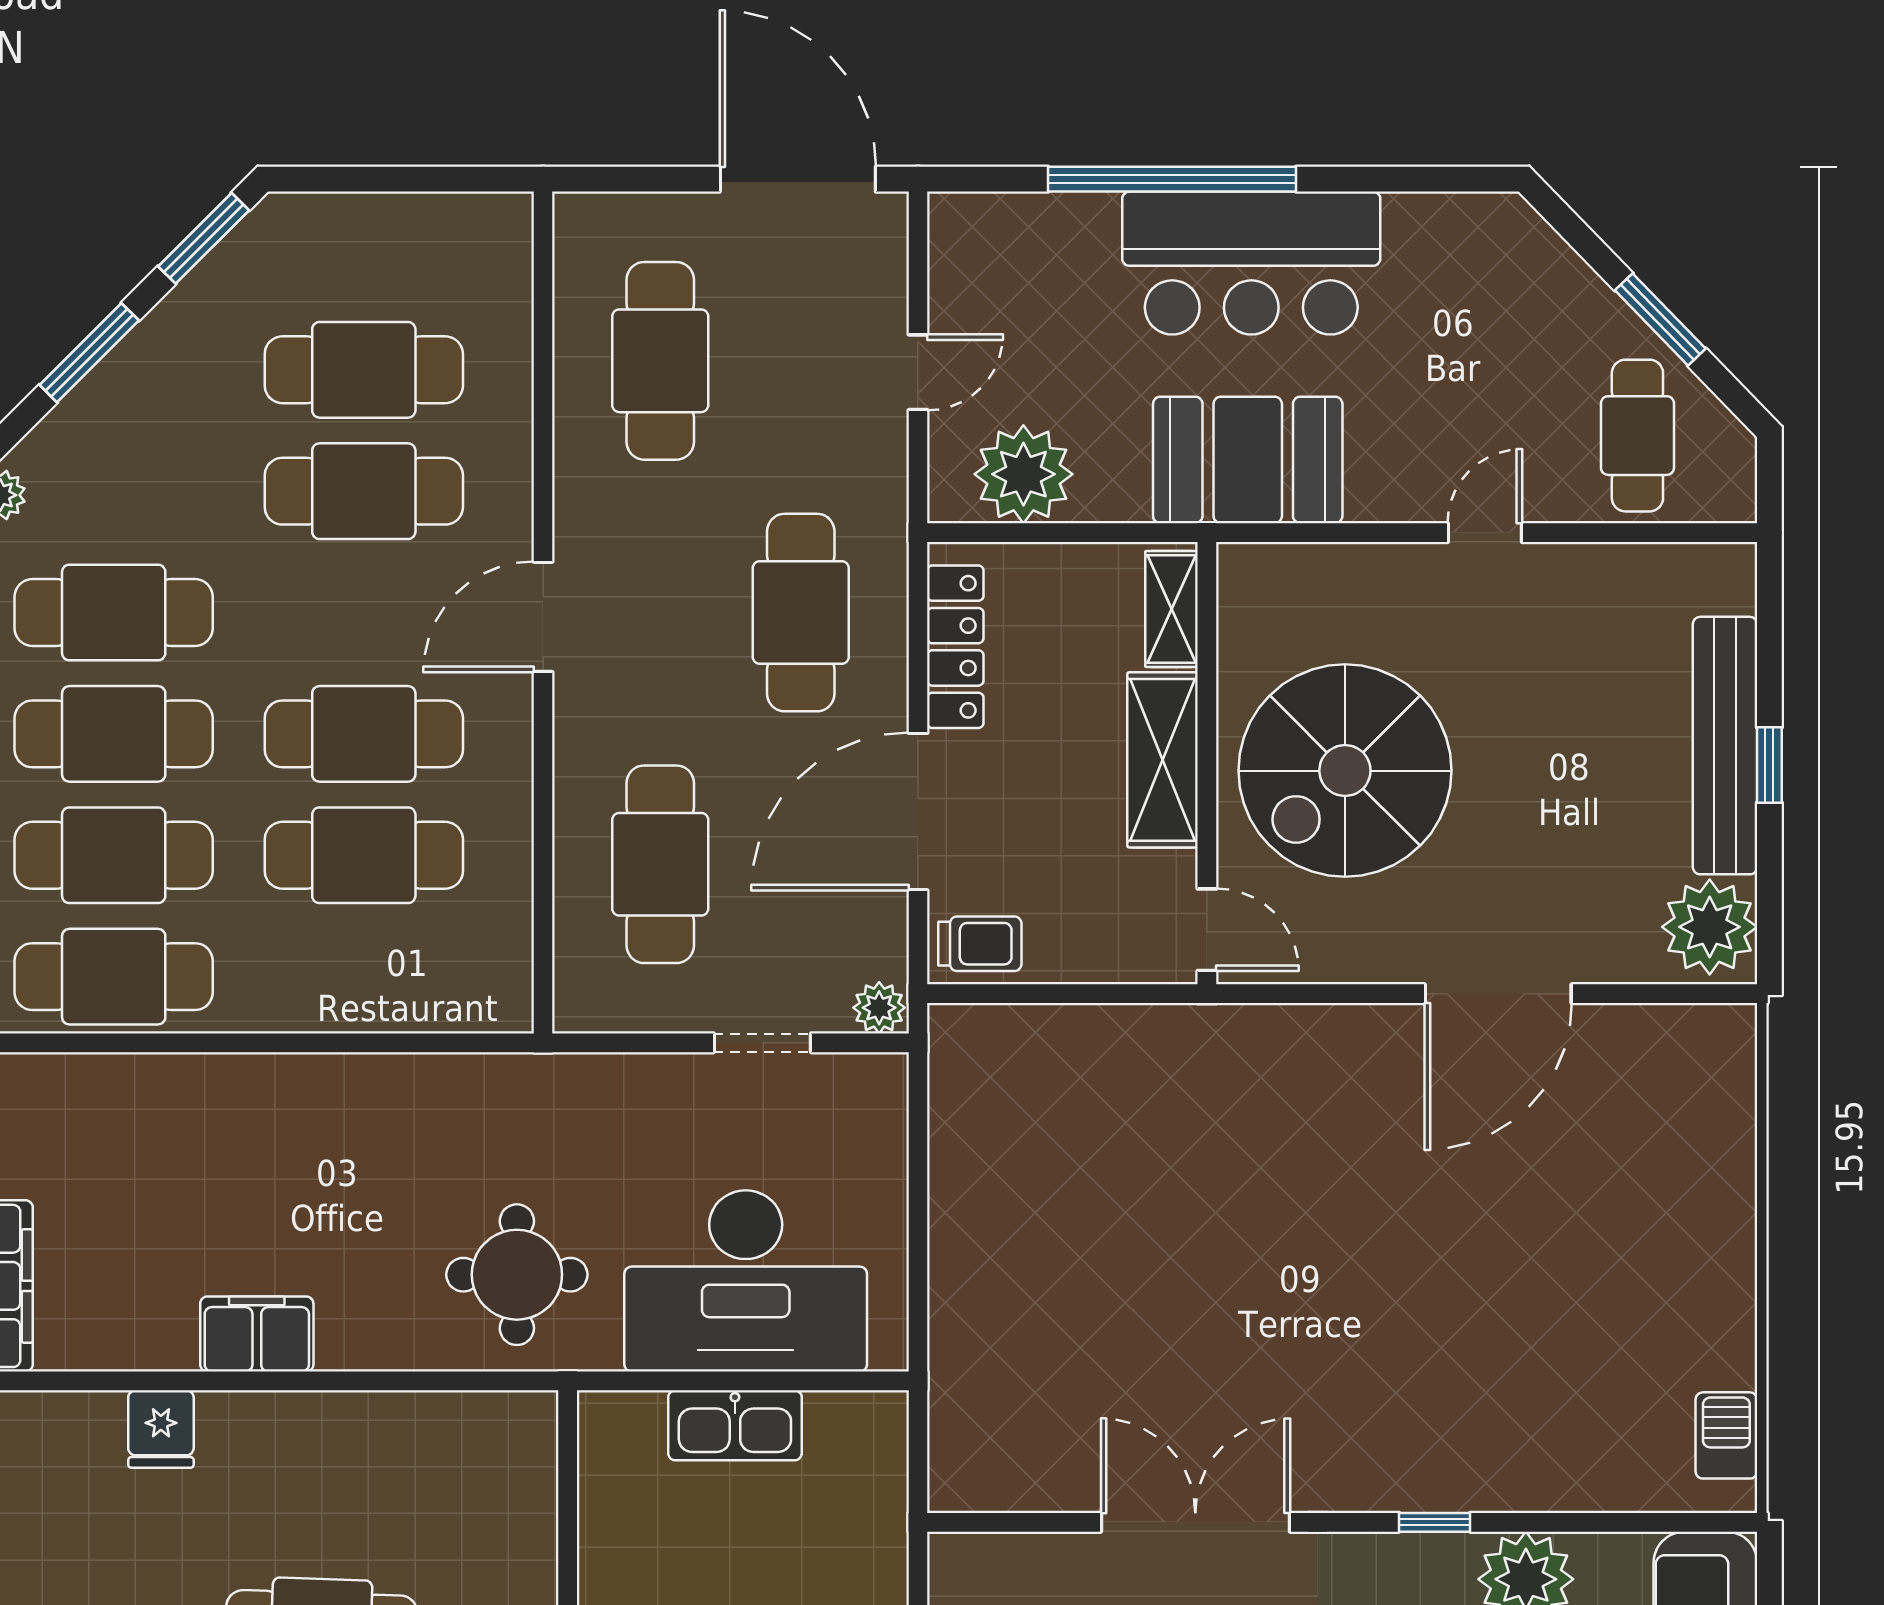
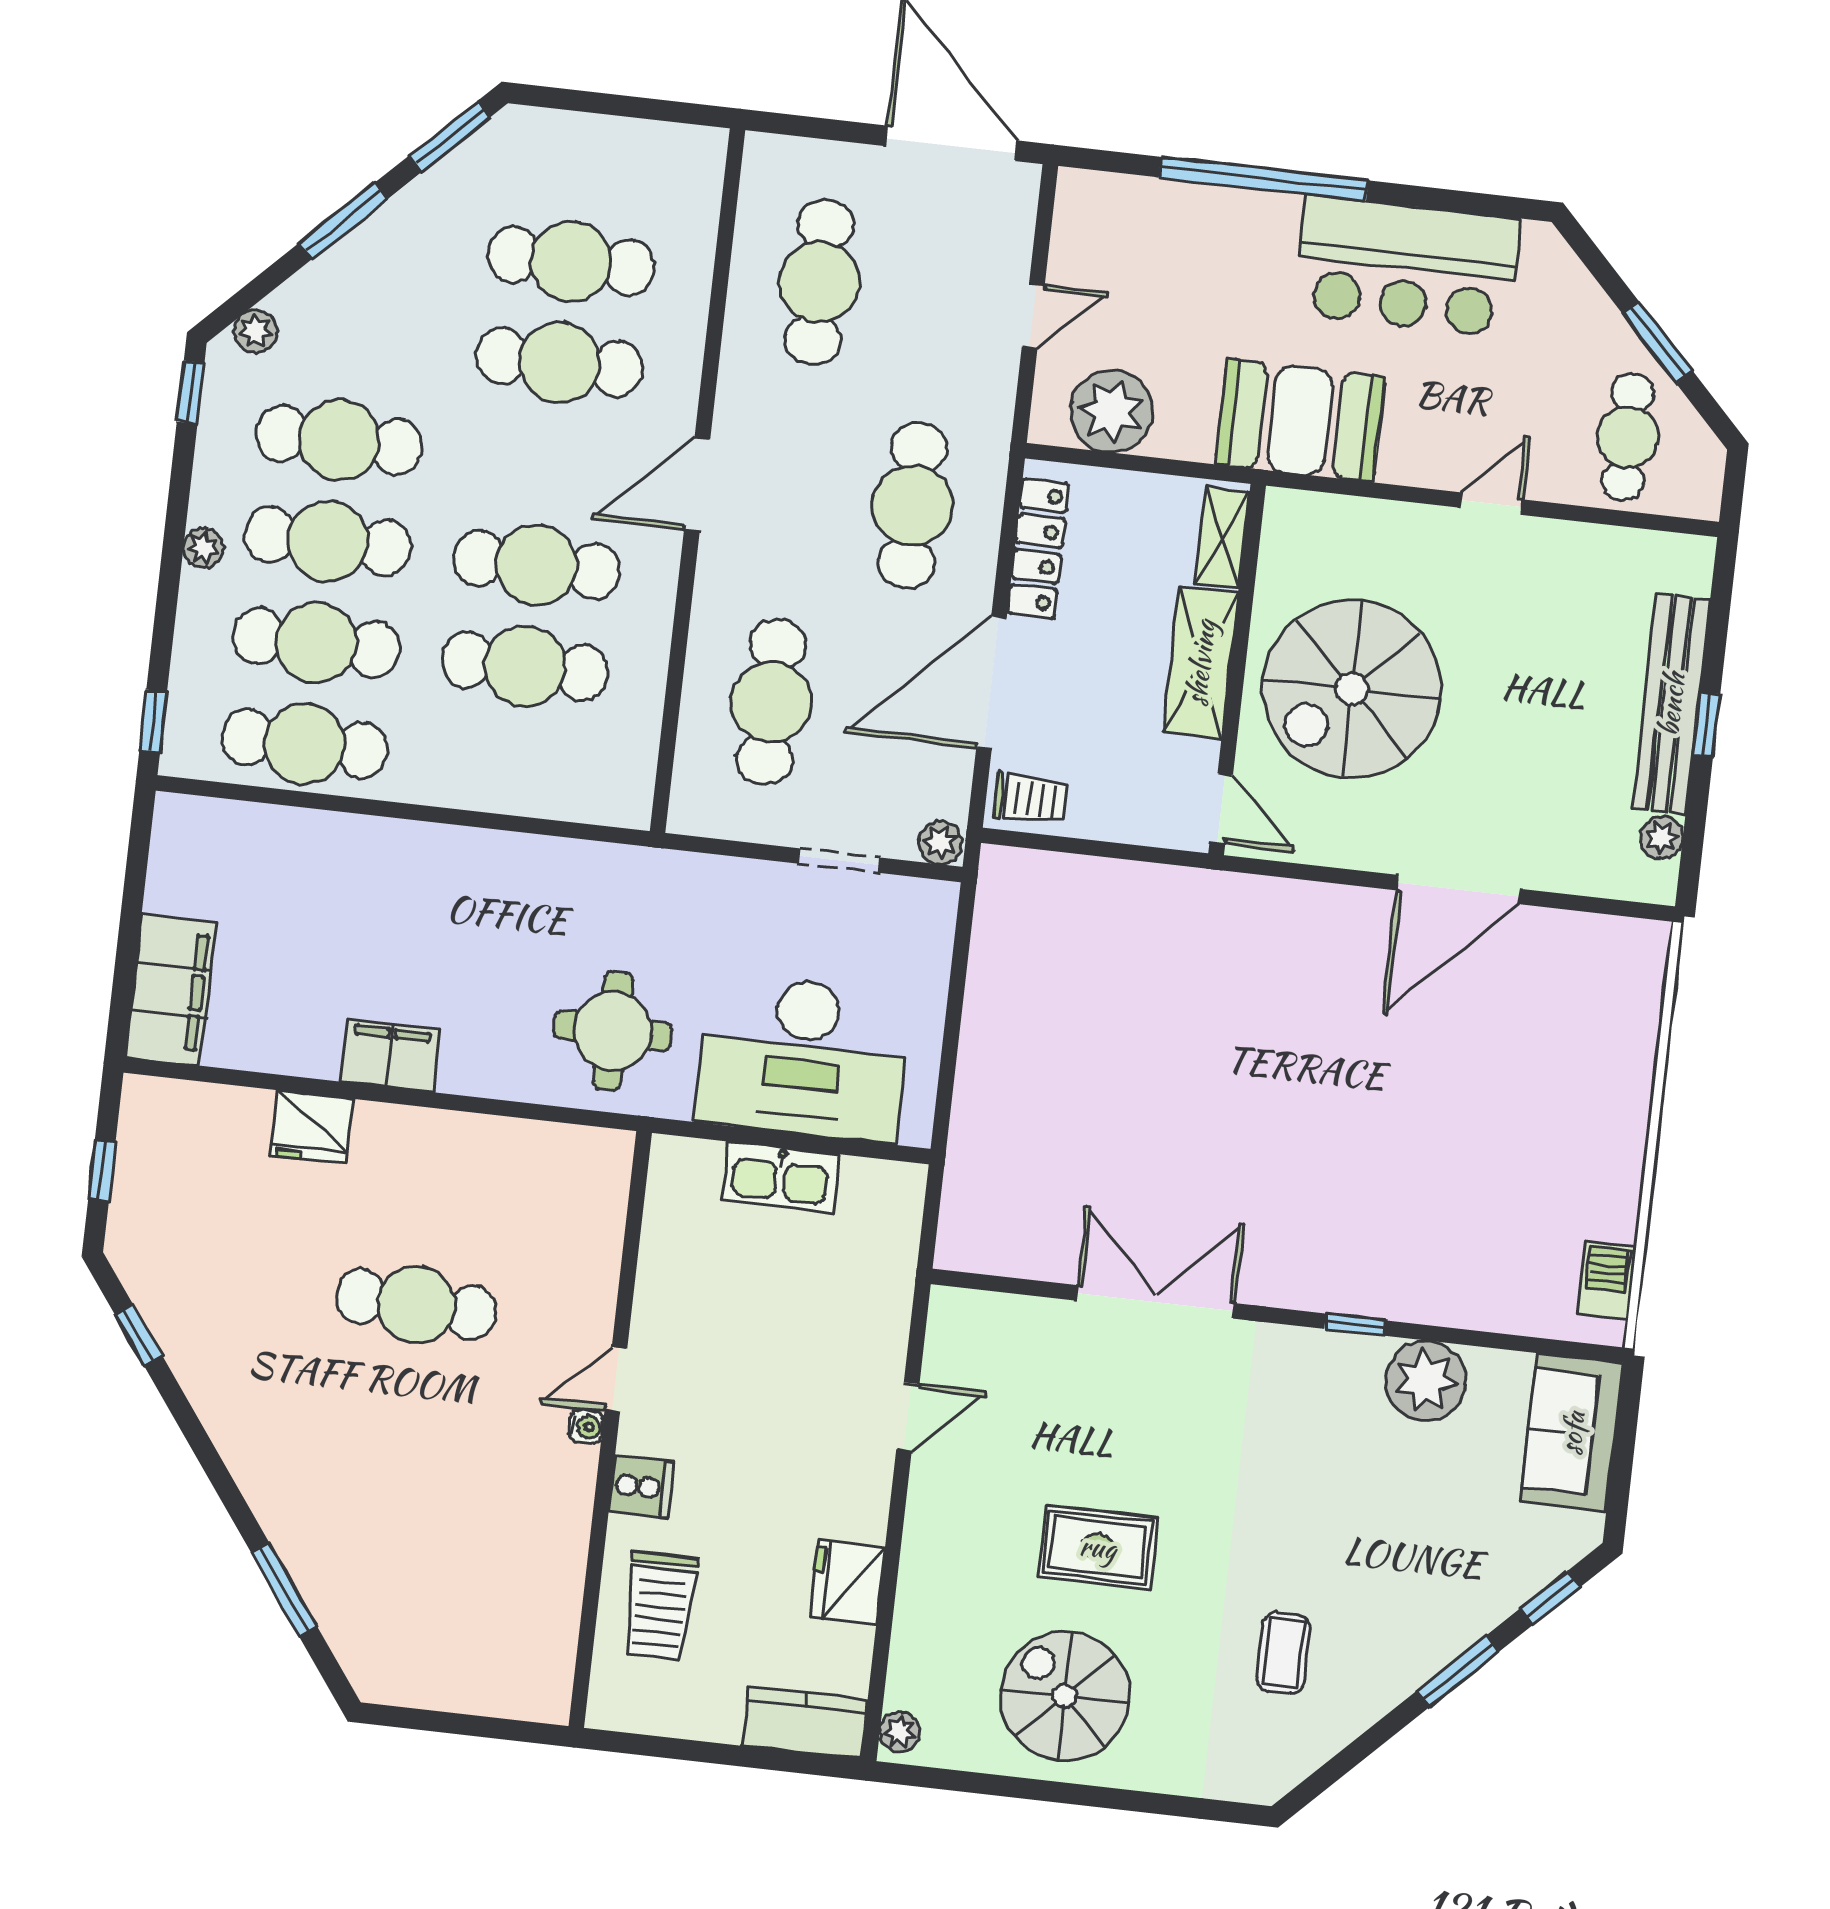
bar counter: (1251, 263) -> (1407, 266), moved
plant: (1710, 927) -> (1662, 838), width x0.53, depth x0.53
fridge: (161, 1429) -> (312, 1127), width x1.38

